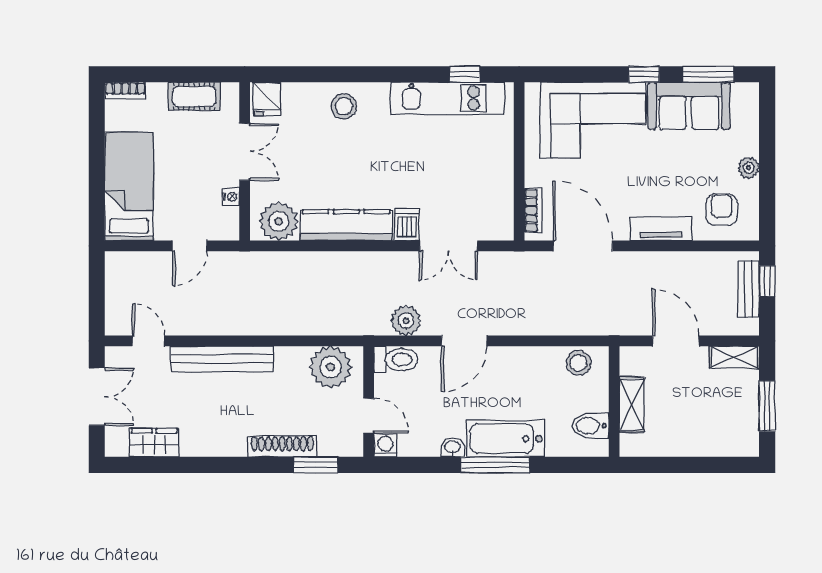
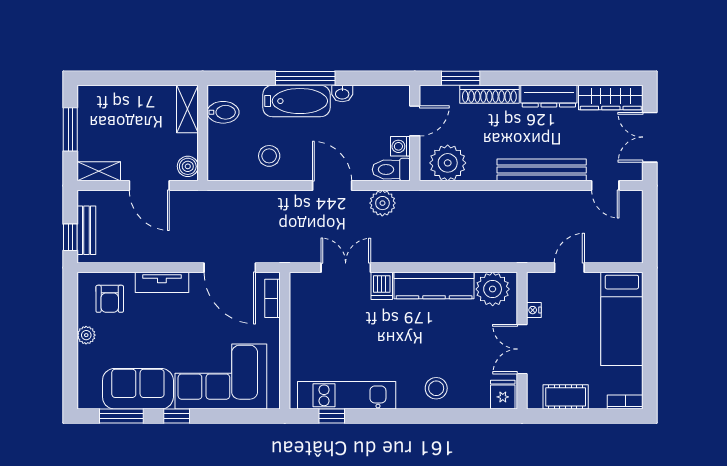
door: (464, 341) -> (332, 186), hinge flipped
stool: (579, 363) -> (269, 156), moved
boiler: (631, 363) -> (188, 166), added
shelving: (632, 405) -> (187, 109), moved
door: (369, 416) -> (415, 121), swing flipped
wardrobe: (154, 443) -> (611, 98), width x1.50
dresser: (213, 444) -> (549, 96), added
washing machine: (385, 446) -> (400, 146), moved, turned 90

